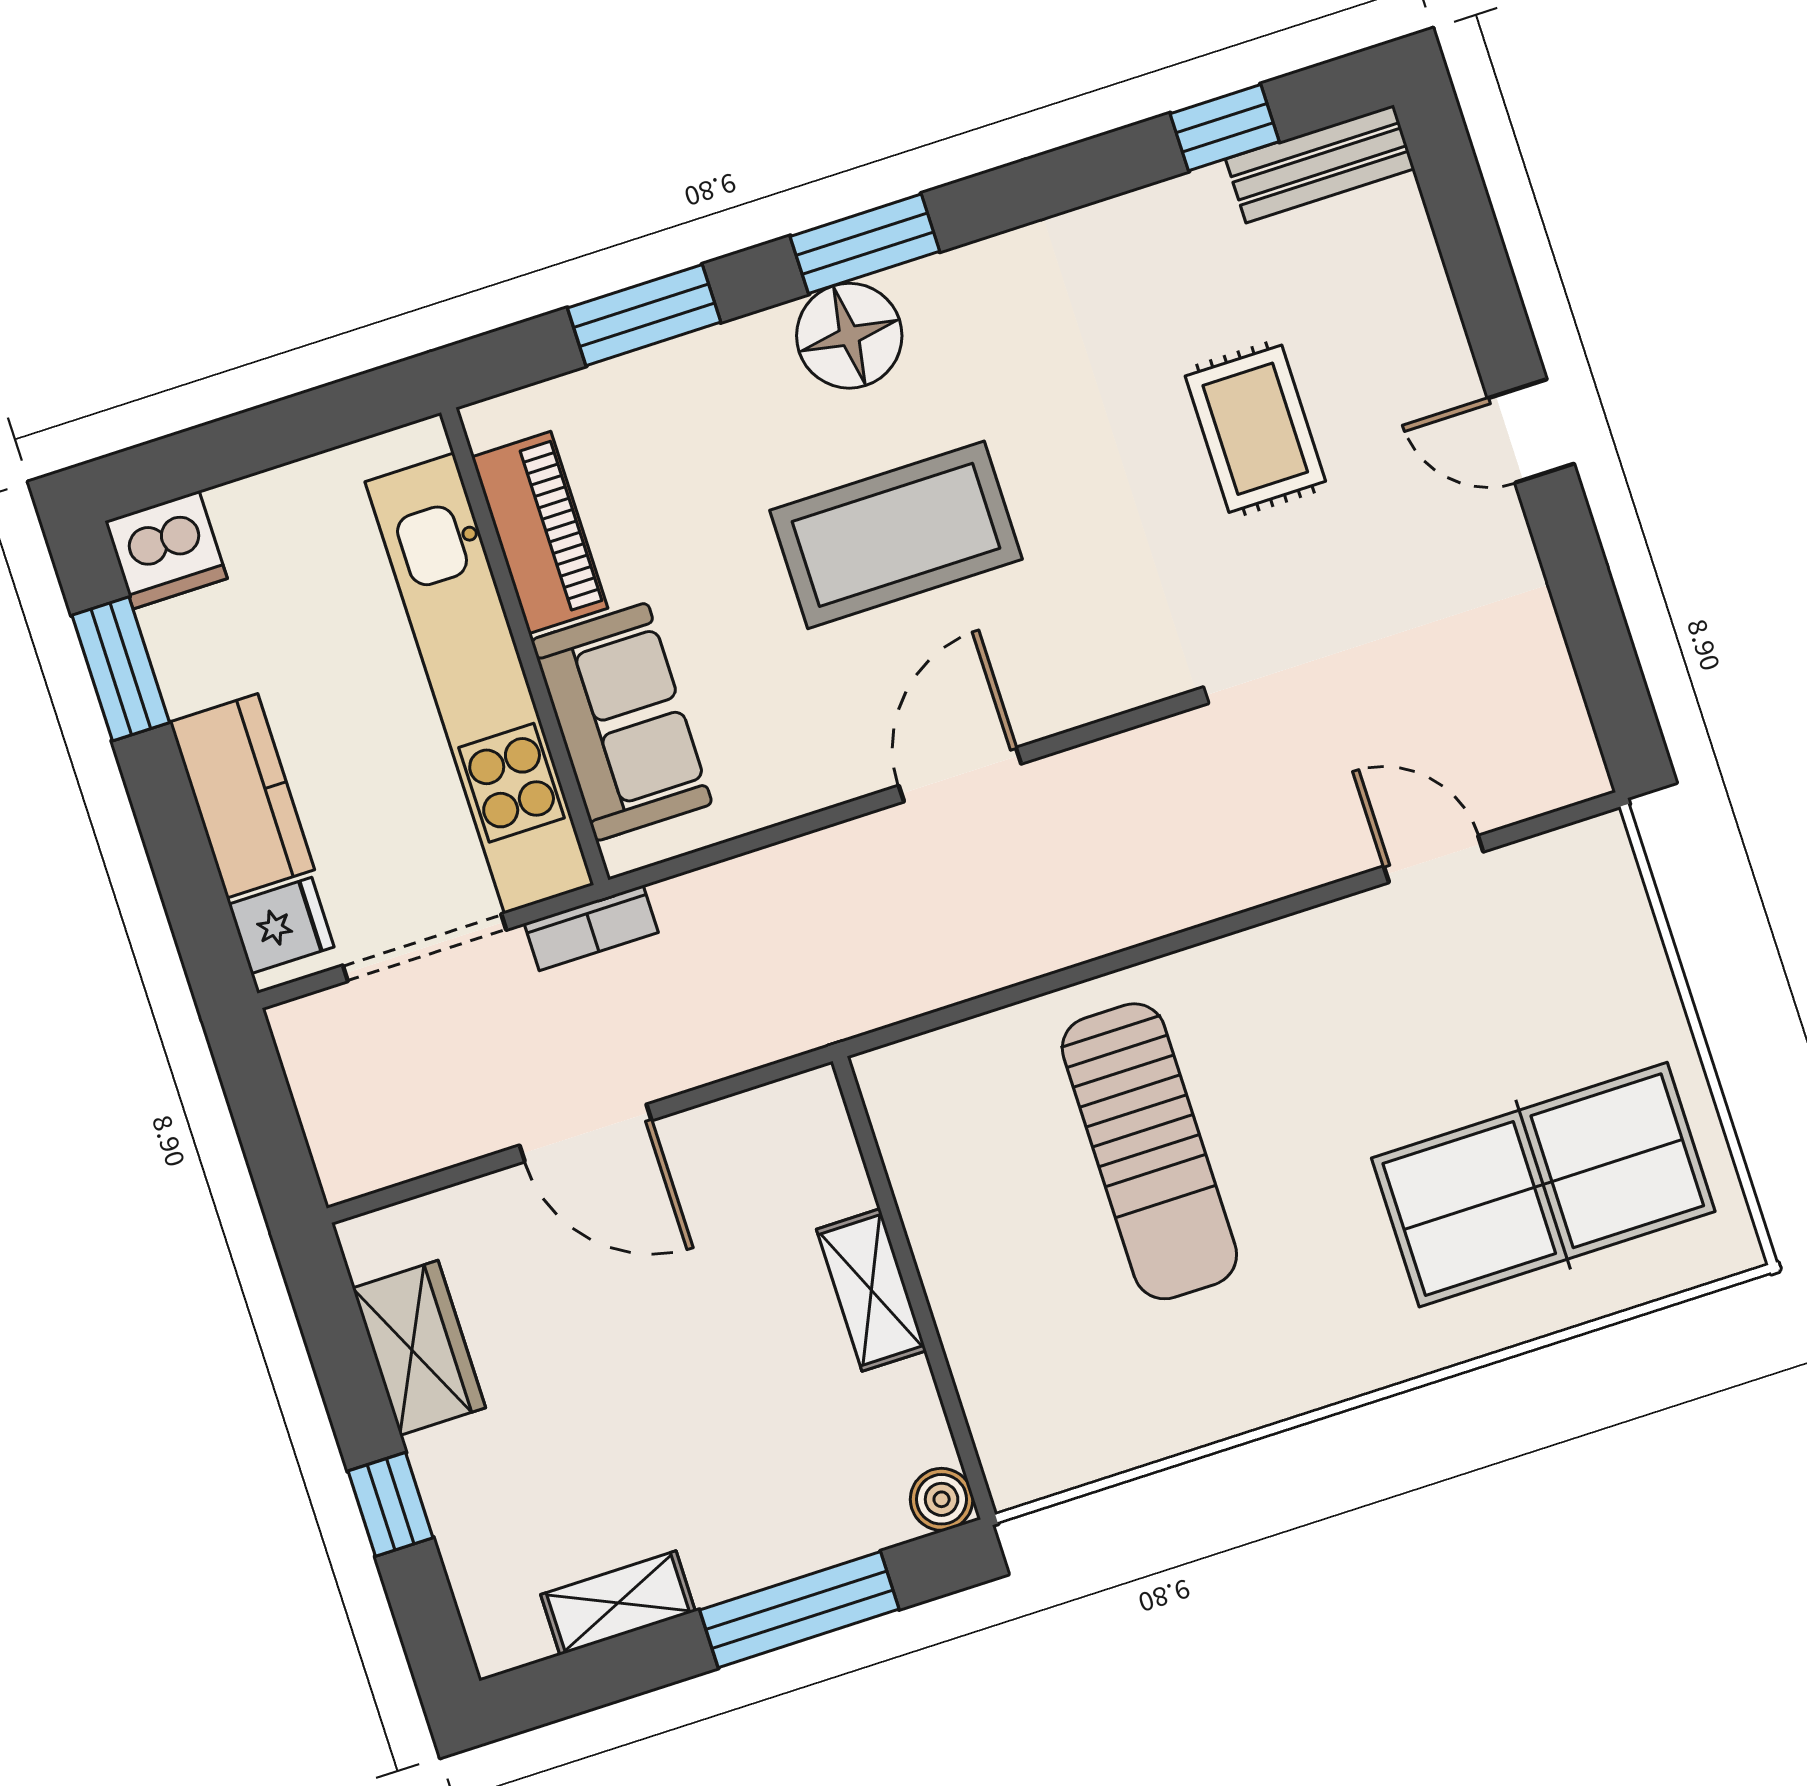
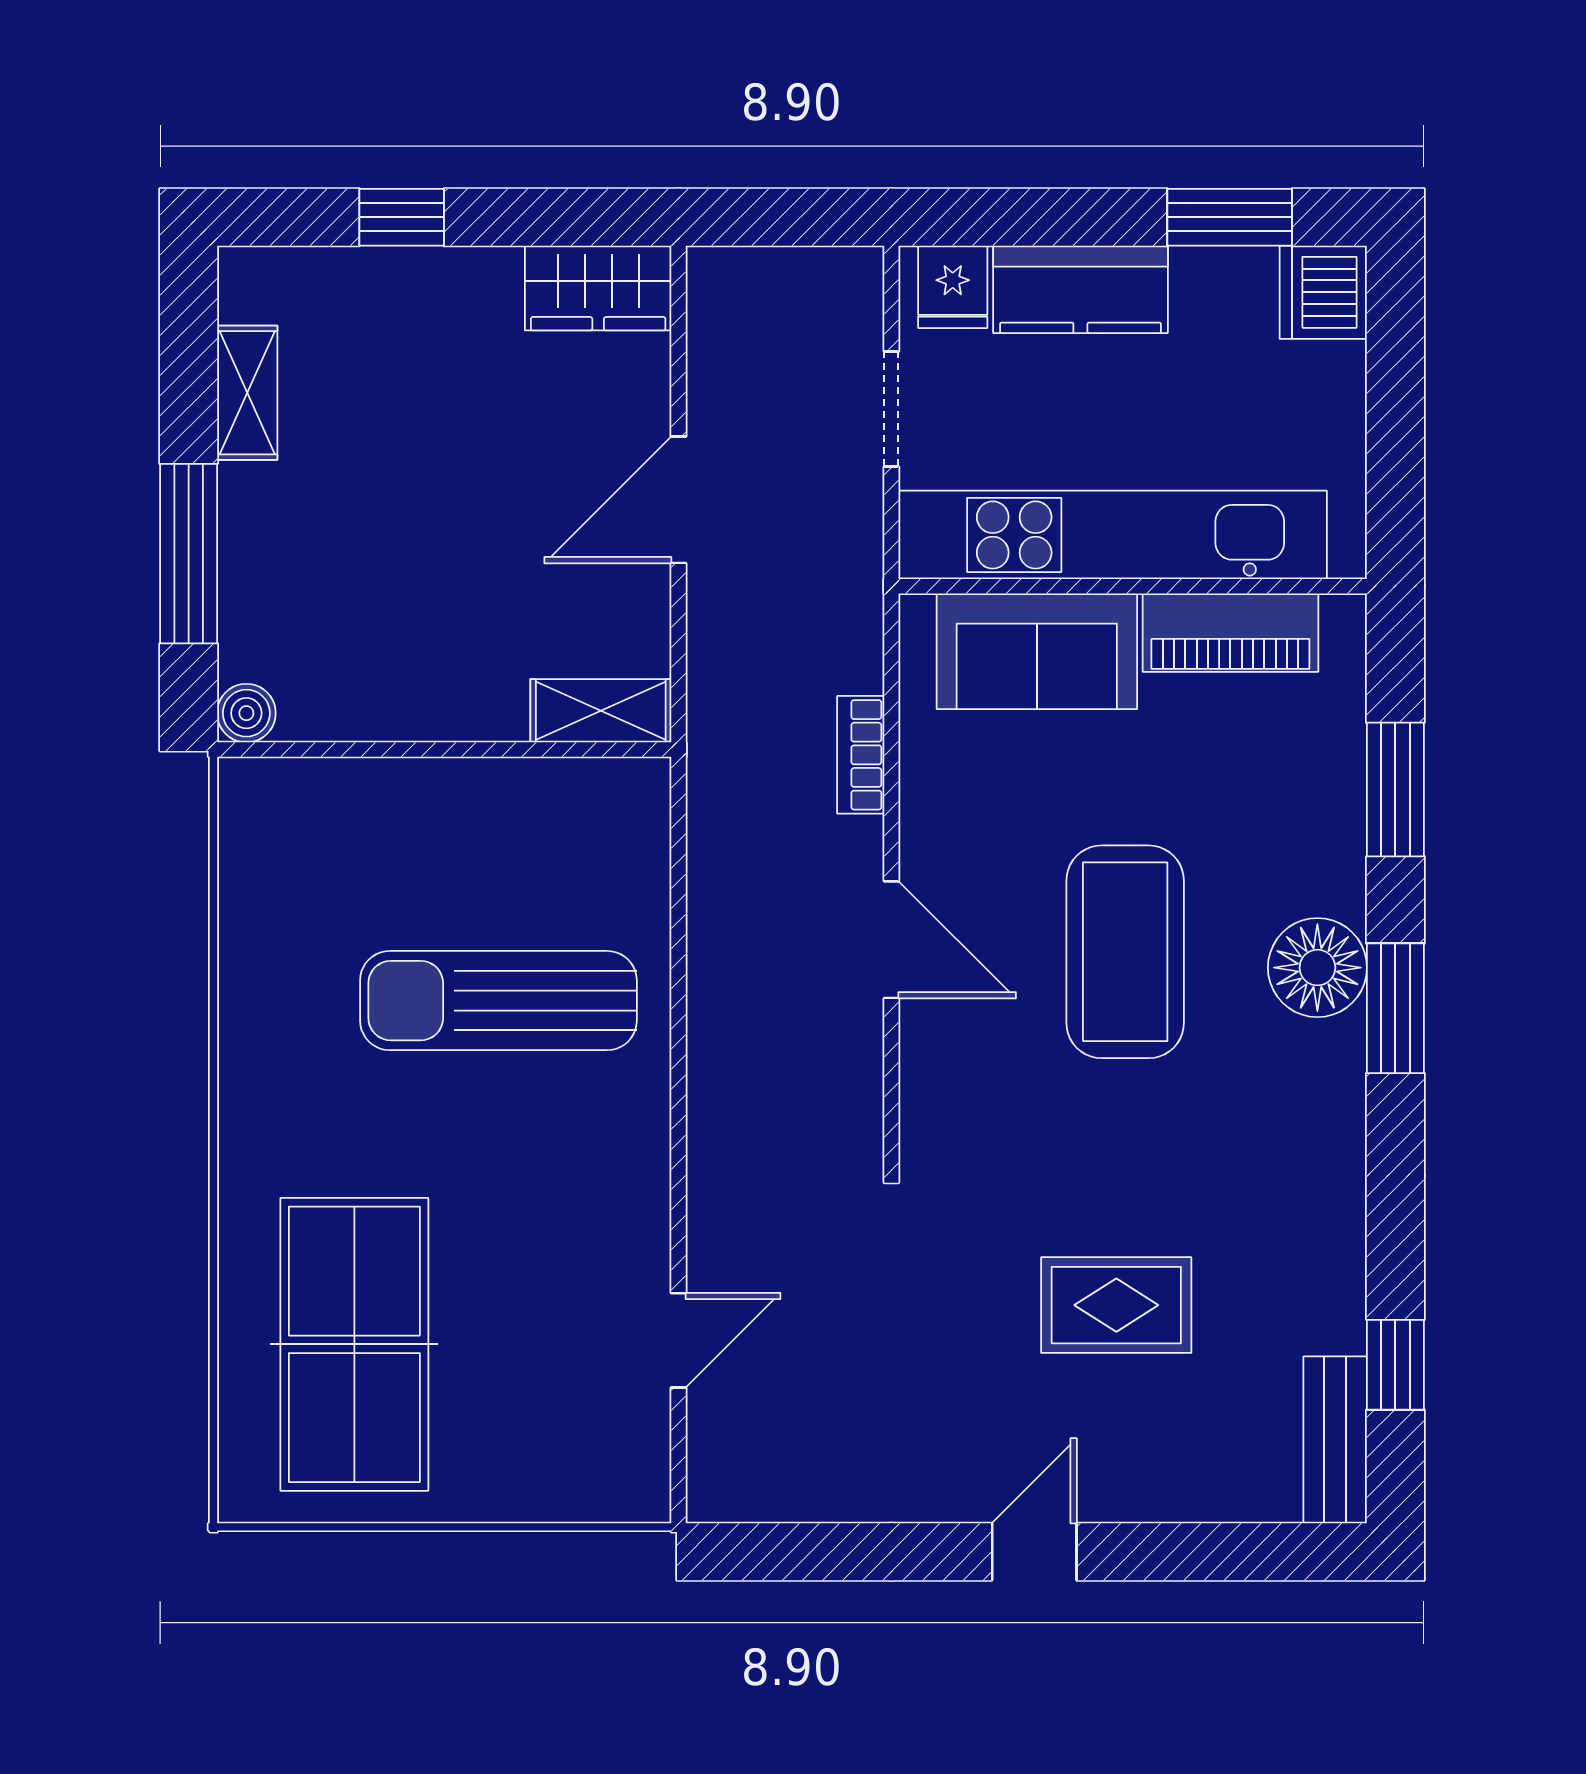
bookcase: (591, 928) -> (861, 755), moved
doorway: (424, 948) -> (891, 409), width x0.73
shelving: (871, 1290) -> (601, 711), moved
wardrobe: (419, 1348) -> (598, 288), moved

